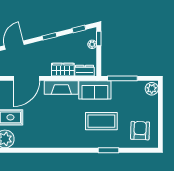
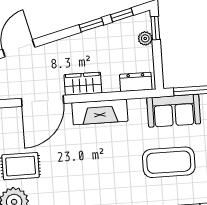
window: (50, 36) -> (91, 25), moved
wardrobe: (63, 70) -> (83, 84), moved
sofa: (95, 90) -> (174, 111), moved

